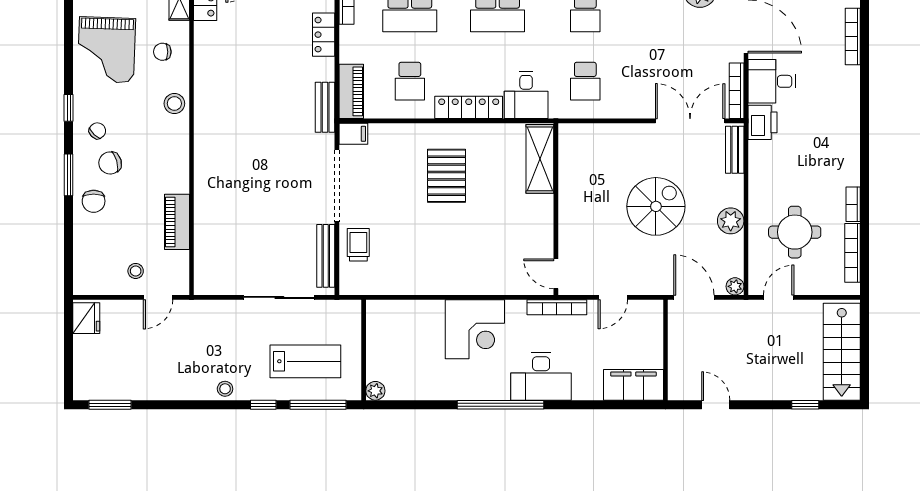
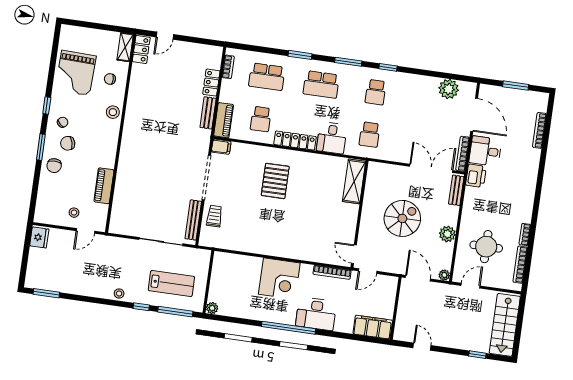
bench: (325, 107) -> (208, 113), moved
shelving: (540, 159) -> (354, 181), moved
wall: (556, 209) -> (360, 214), moved
door: (556, 274) -> (354, 254), moved

